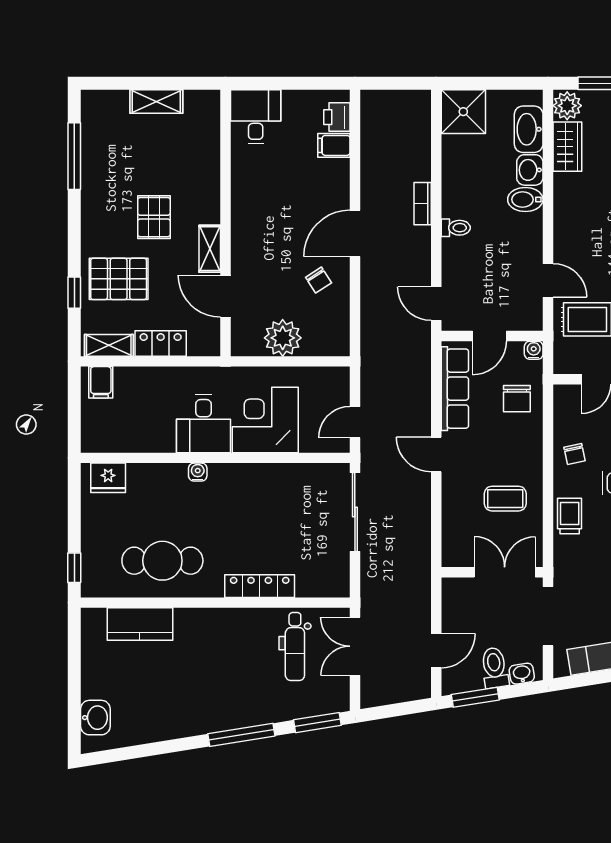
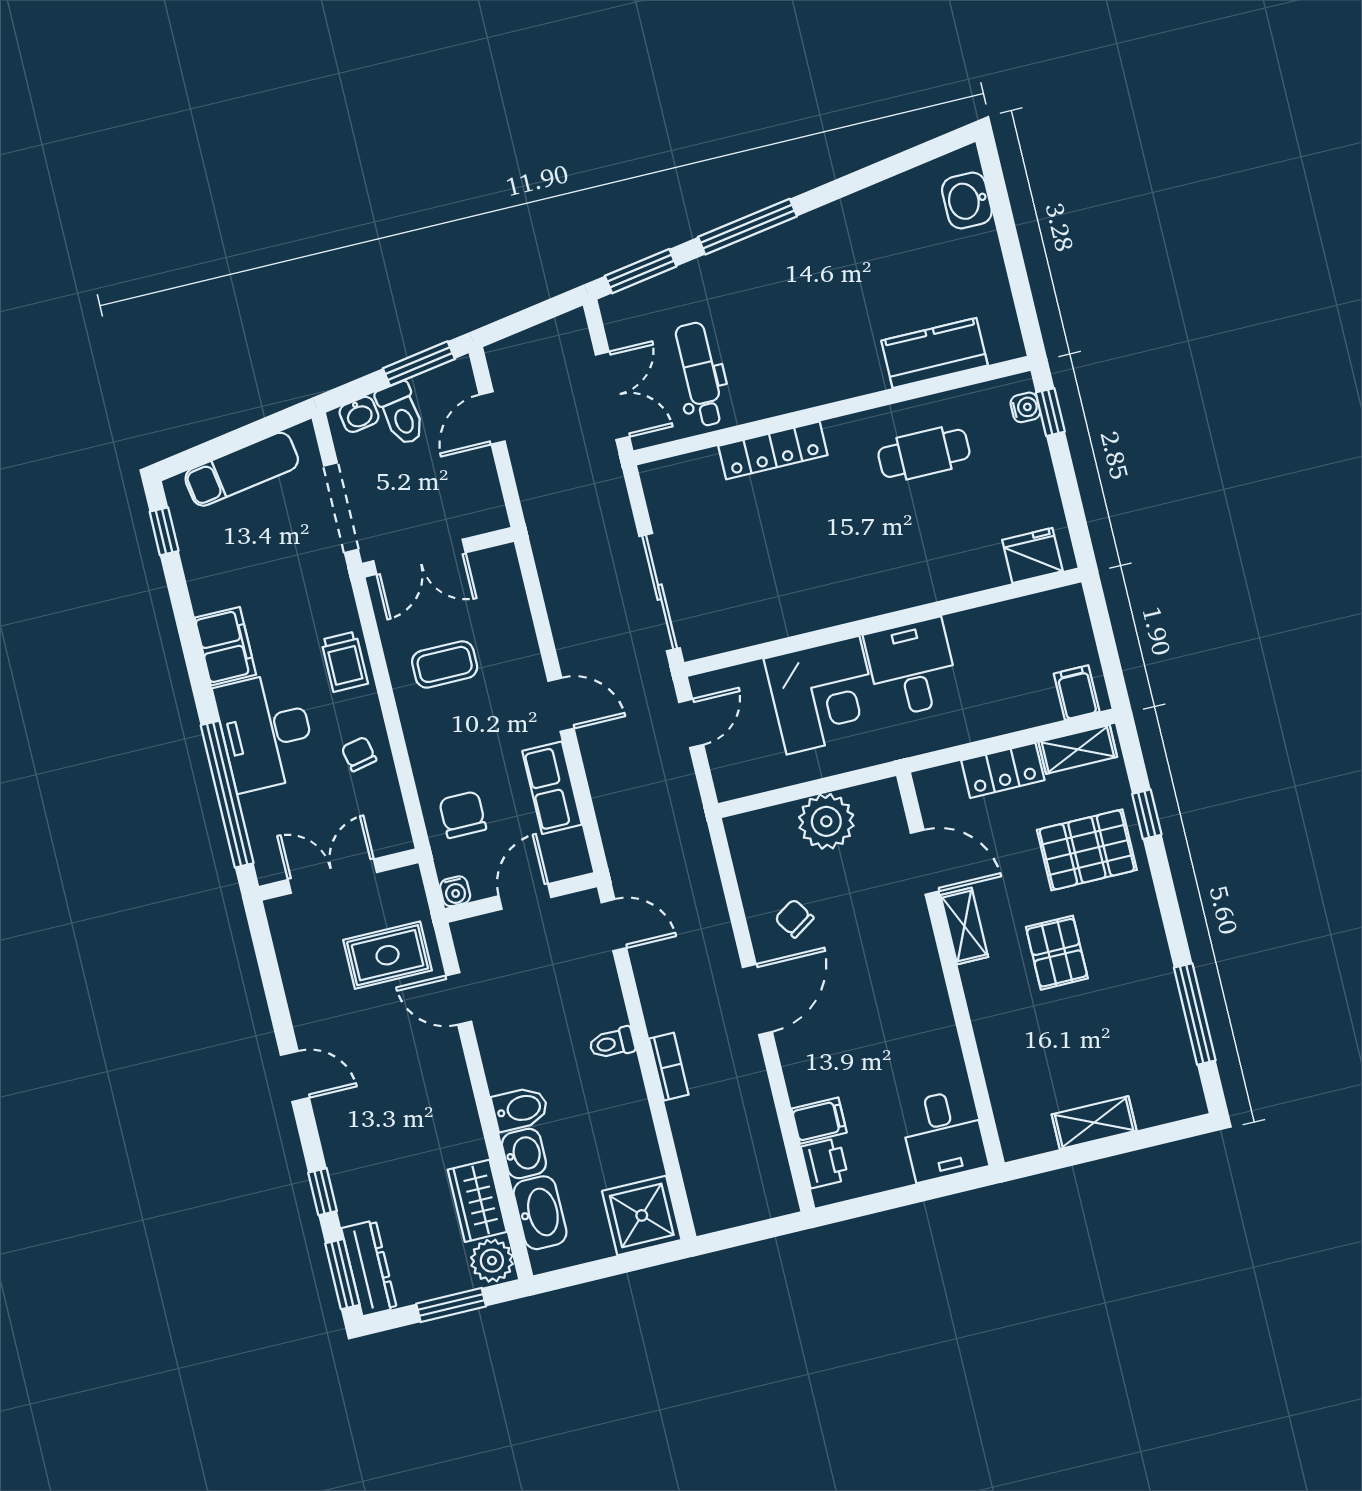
row of seats: (455, 389) -> (552, 788), width x0.68
water cooler: (198, 472) -> (1025, 407), moved, turned -90
cafe table: (162, 561) -> (924, 453), width x0.73, depth x0.74

